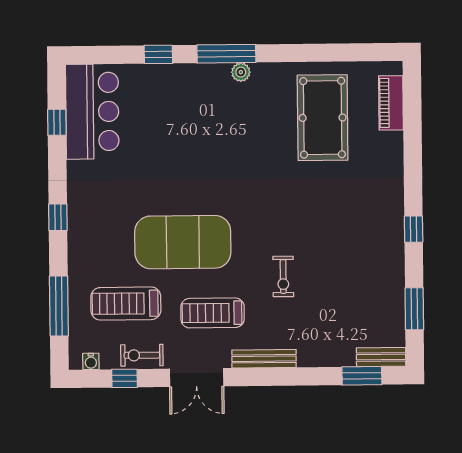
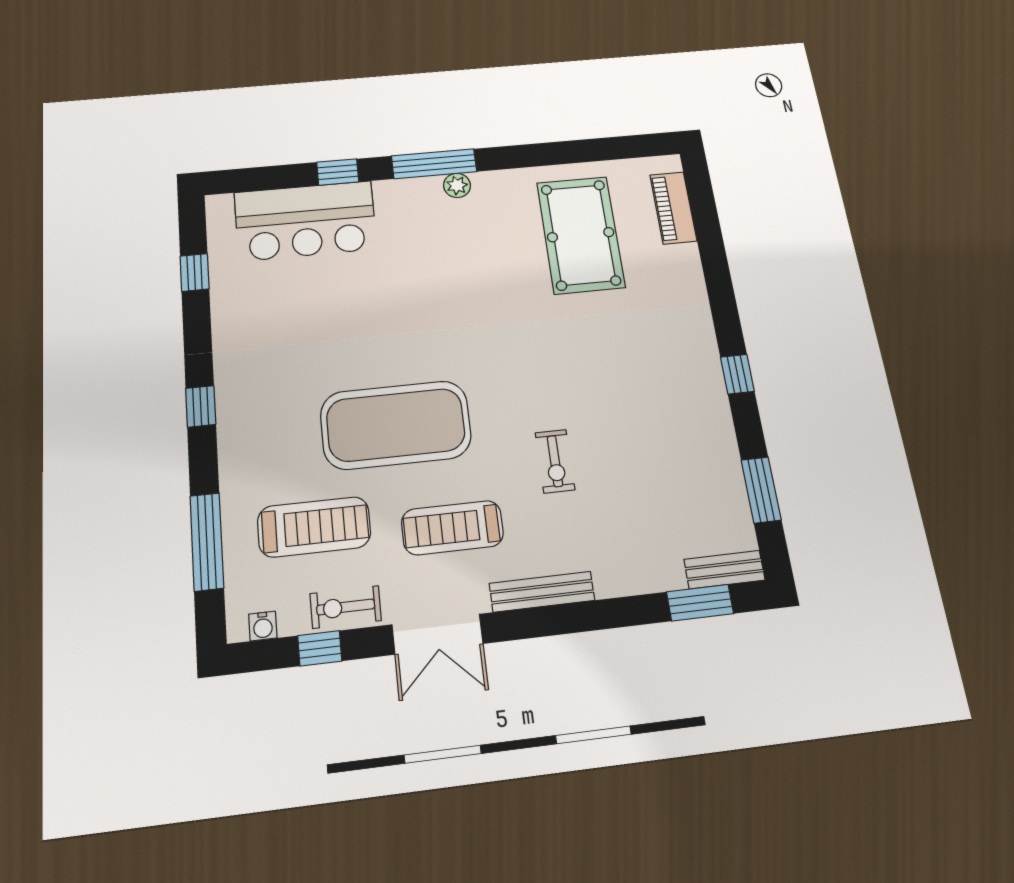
bar counter: (92, 112) -> (305, 221), moved, turned 90
treadmill: (126, 304) -> (314, 527), turned 180

